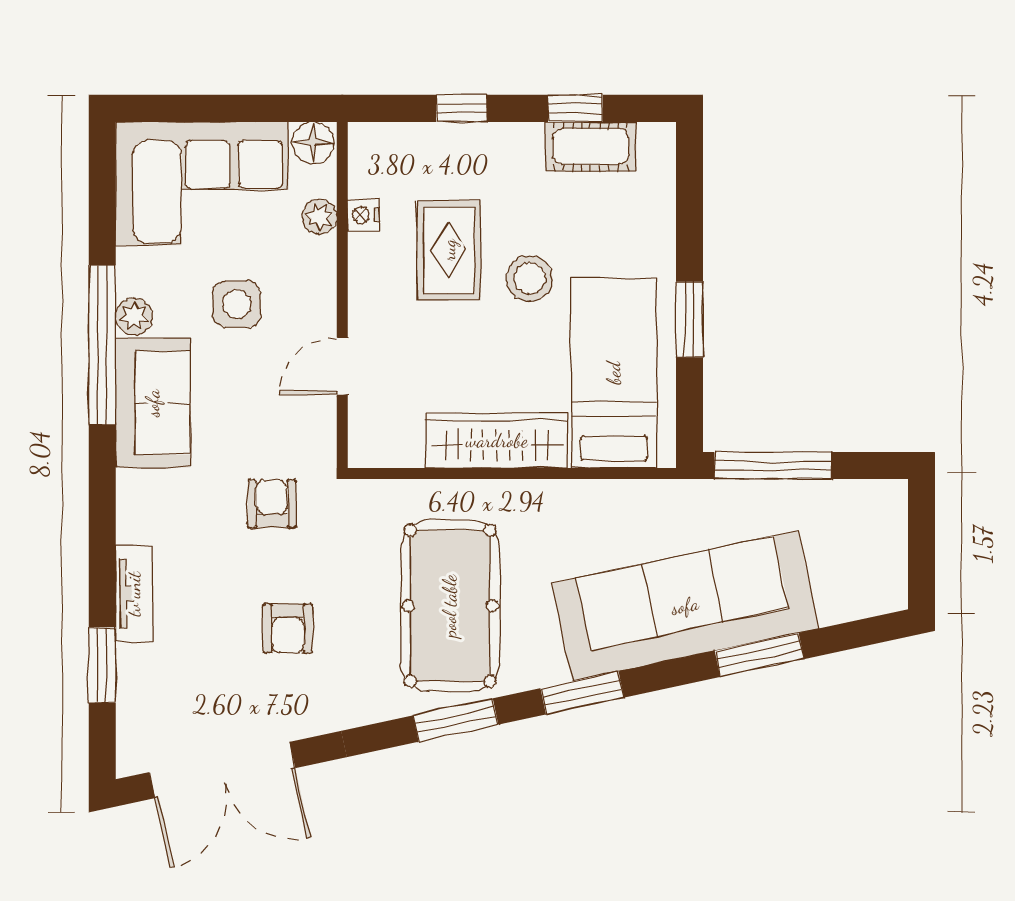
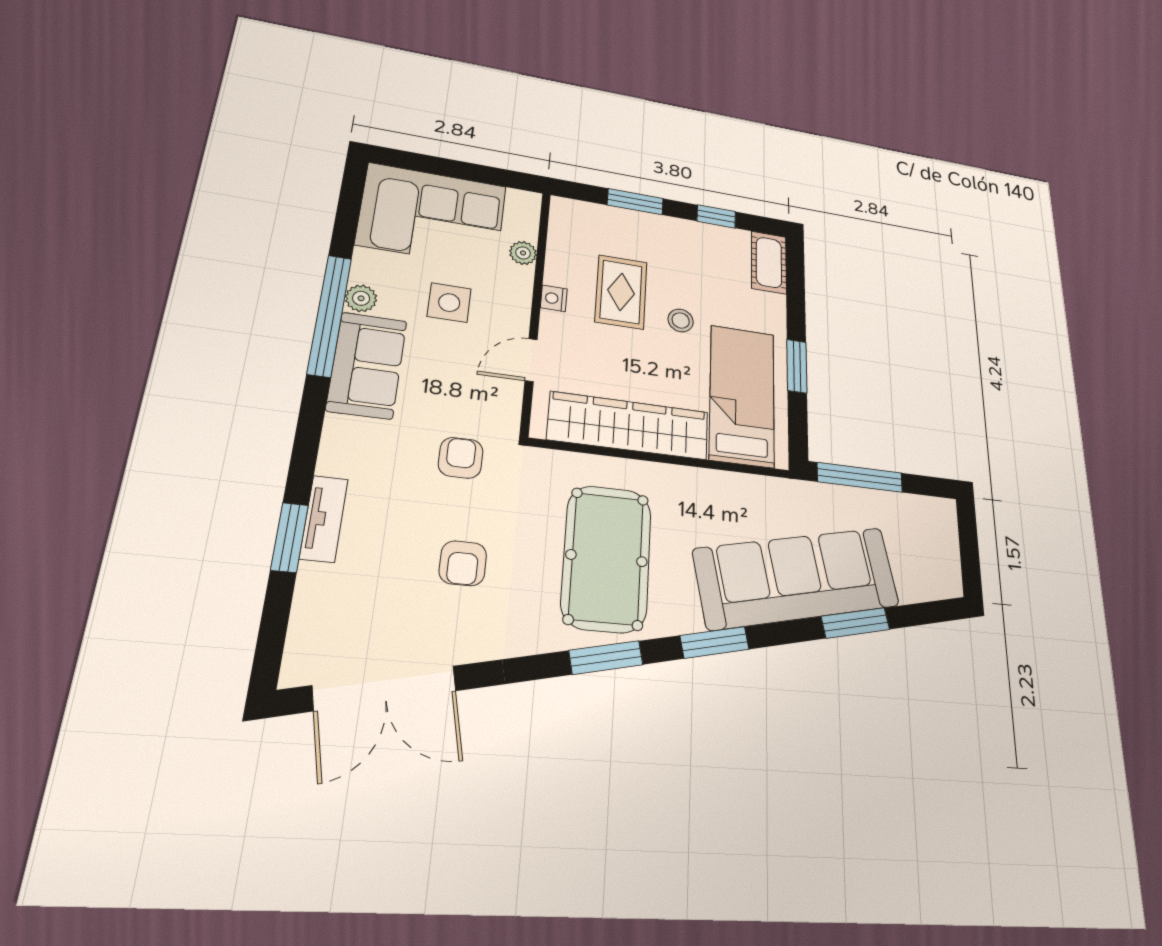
window: (461, 108) -> (635, 202), width x1.50
floor lamp: (313, 143) -> (523, 203), removed
cot: (591, 147) -> (769, 262), moved, turned 90
nightstand: (363, 215) -> (554, 298), moved
stool: (530, 279) -> (681, 320), width x0.73, depth x0.73
wardrobe: (497, 441) -> (629, 426), width x1.40, depth x1.17
window: (102, 665) -> (290, 537), moved

